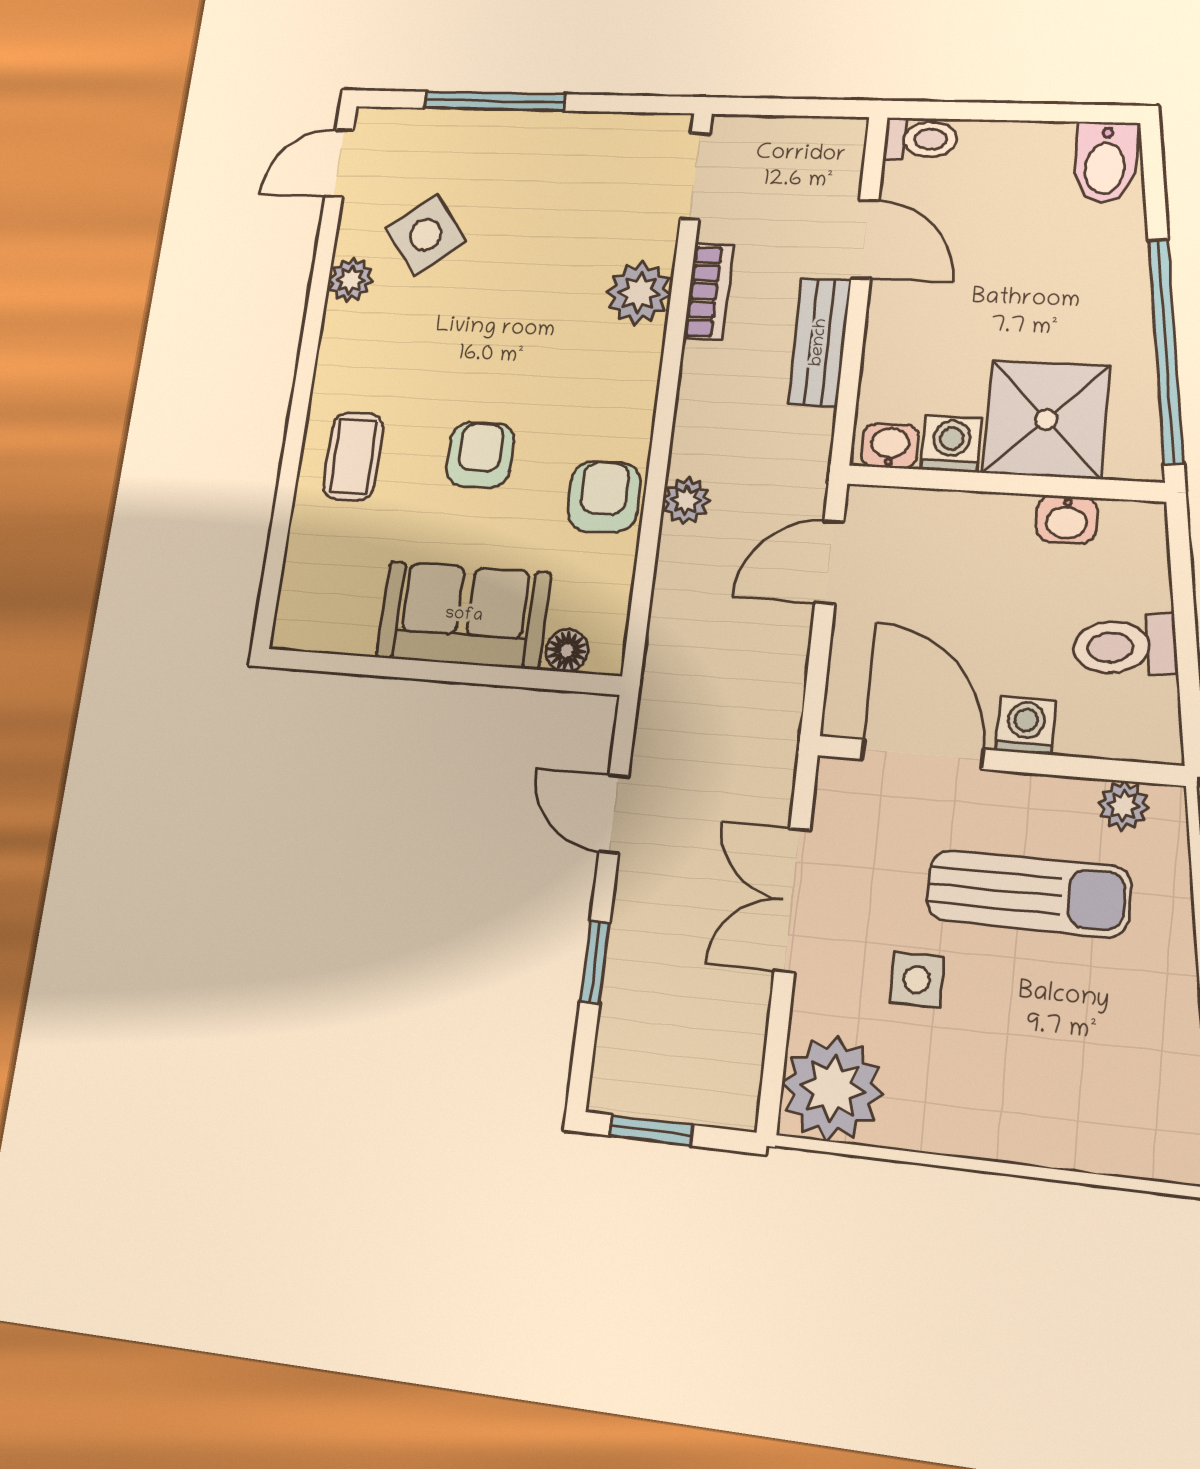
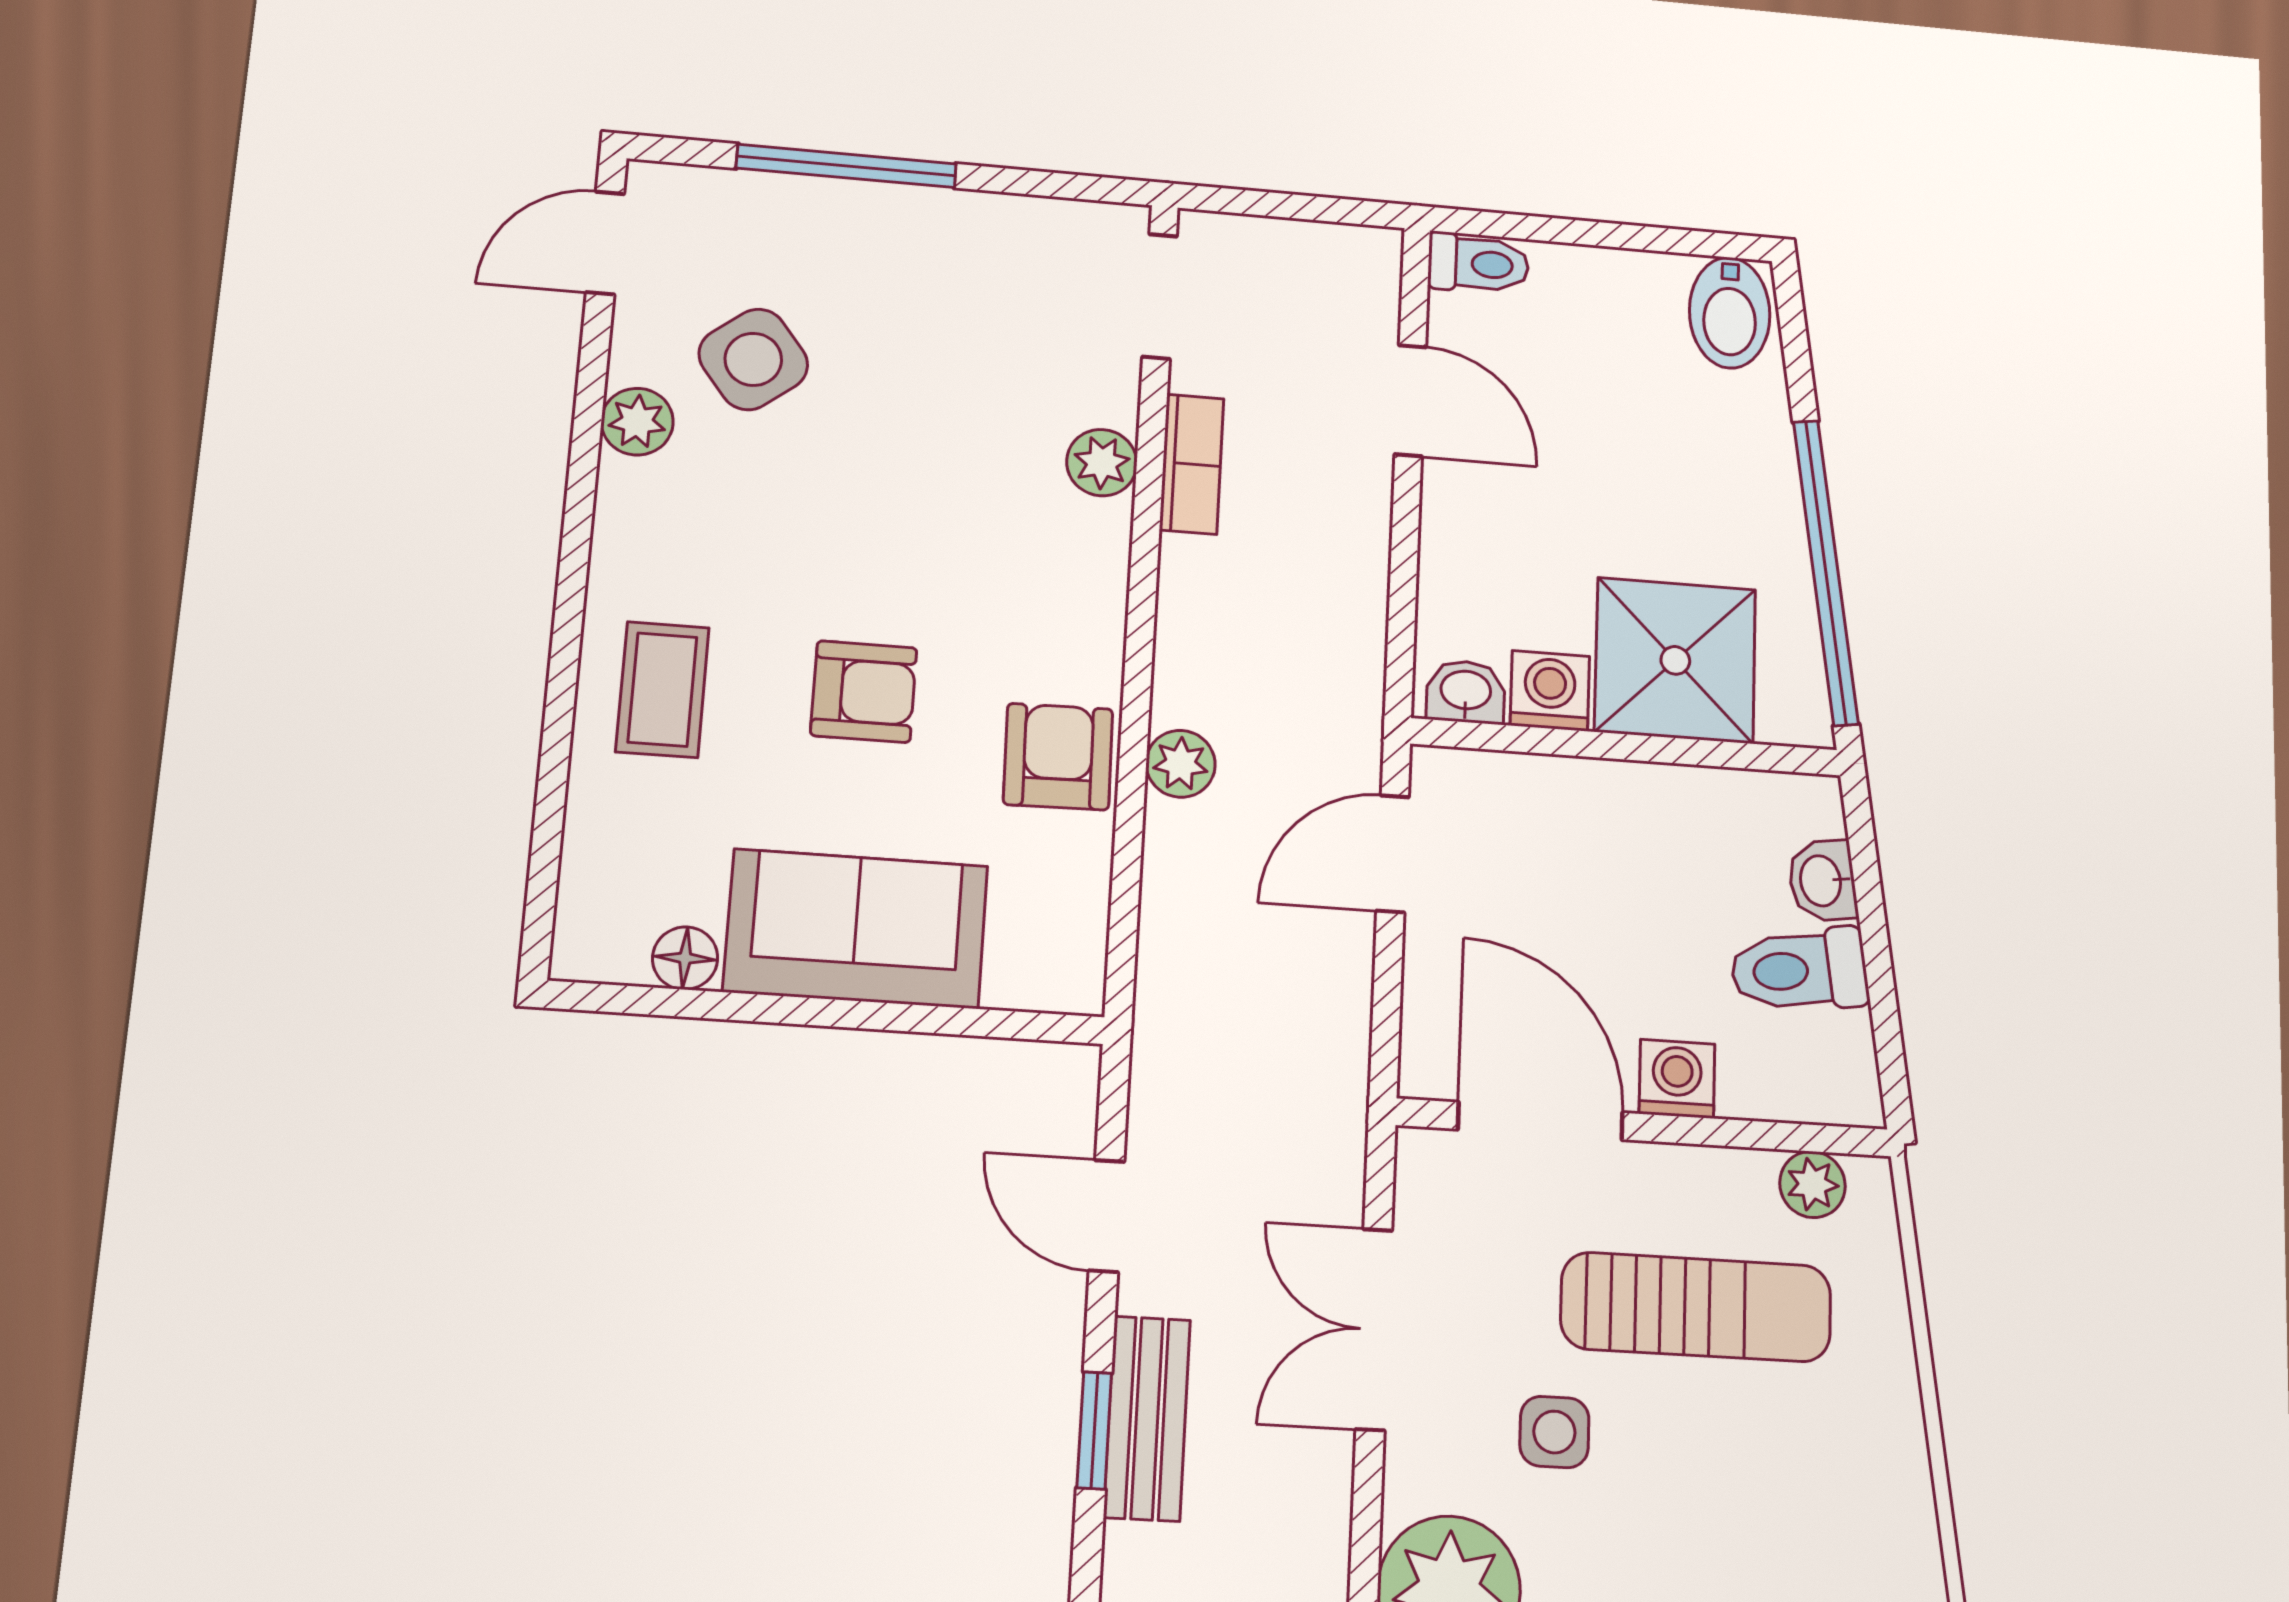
plant: (639, 293) -> (1102, 463), width x0.73, depth x0.73
bench: (819, 342) -> (1147, 1418), moved
armchair: (480, 455) -> (864, 692), turned 90
washbasin: (1067, 519) -> (1822, 881), moved, turned 82
floor lamp: (567, 651) -> (685, 958), moved

